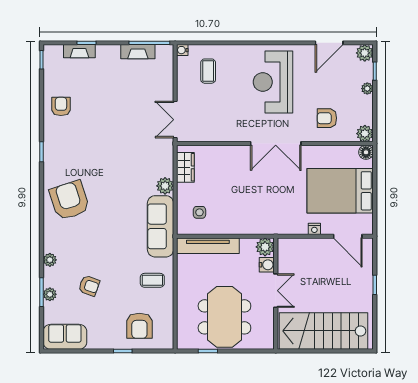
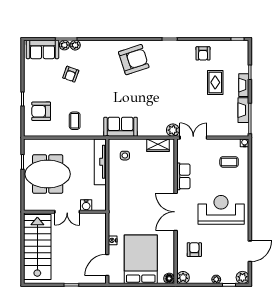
door: (329, 43) -> (250, 251), swing flipped
fireplace: (79, 51) -> (244, 85), moved
rug: (100, 90) -> (215, 82), added
armchair: (61, 106) -> (203, 53), turned 90
row of seats: (228, 133) -> (183, 176), added
plant: (165, 186) -> (173, 130), moved
sofa: (160, 226) -> (121, 127), width x0.73
plant: (265, 247) -> (99, 204), removed
plant: (50, 260) -> (75, 45), moved
sofa: (65, 337) -> (42, 49), moved, turned 90

